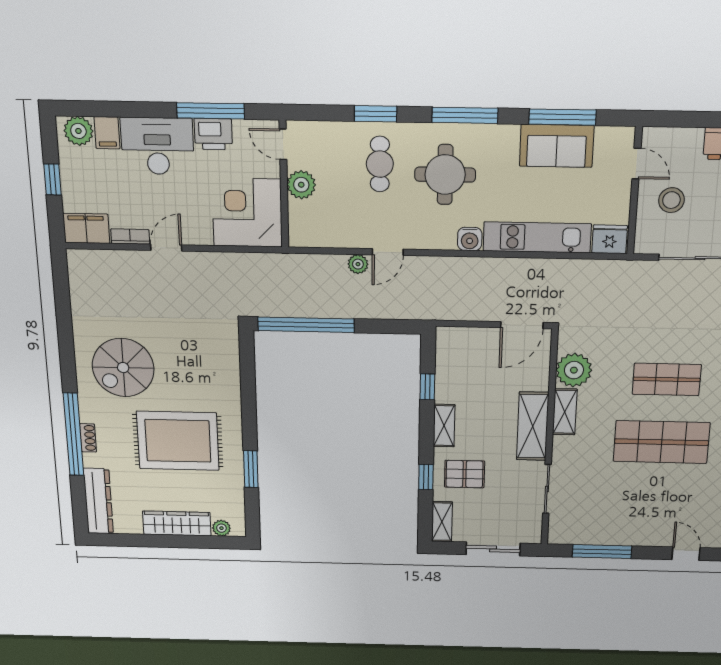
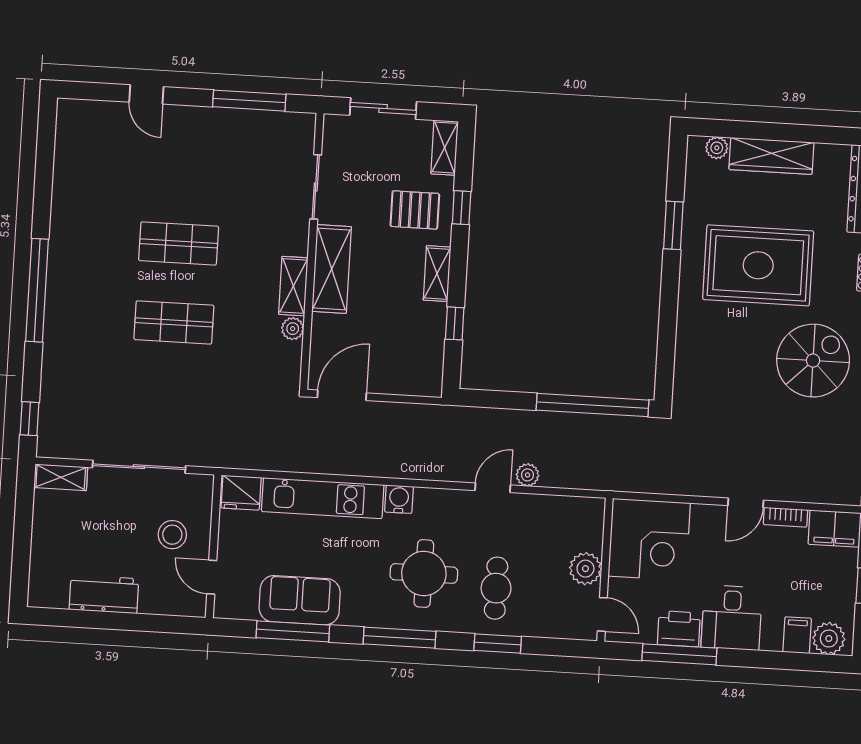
desk: (157, 146) -> (732, 618), width x0.73
plant: (574, 370) -> (293, 329), width x0.53, depth x0.53
shop shelf: (662, 442) -> (179, 243), width x0.70, depth x0.74

